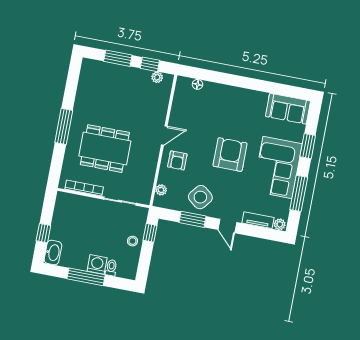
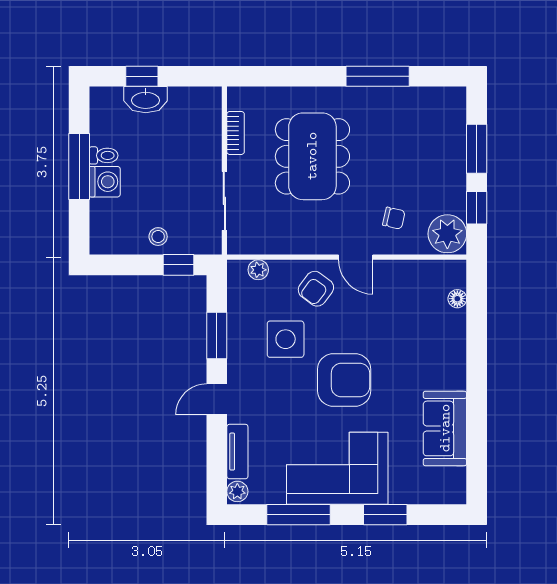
plant: (157, 77) -> (447, 234), width x1.88, depth x1.88
sofa: (288, 109) -> (445, 428), moved
chair: (147, 111) -> (394, 218), added
window: (64, 126) -> (378, 76), moved
armchair: (177, 160) -> (316, 289), turned -53
bookcase: (84, 188) -> (236, 133), width x0.64
side table: (200, 197) -> (286, 339), moved, turned -38
washbasin: (53, 253) -> (146, 100), moved
toilet: (111, 268) -> (104, 155), moved

